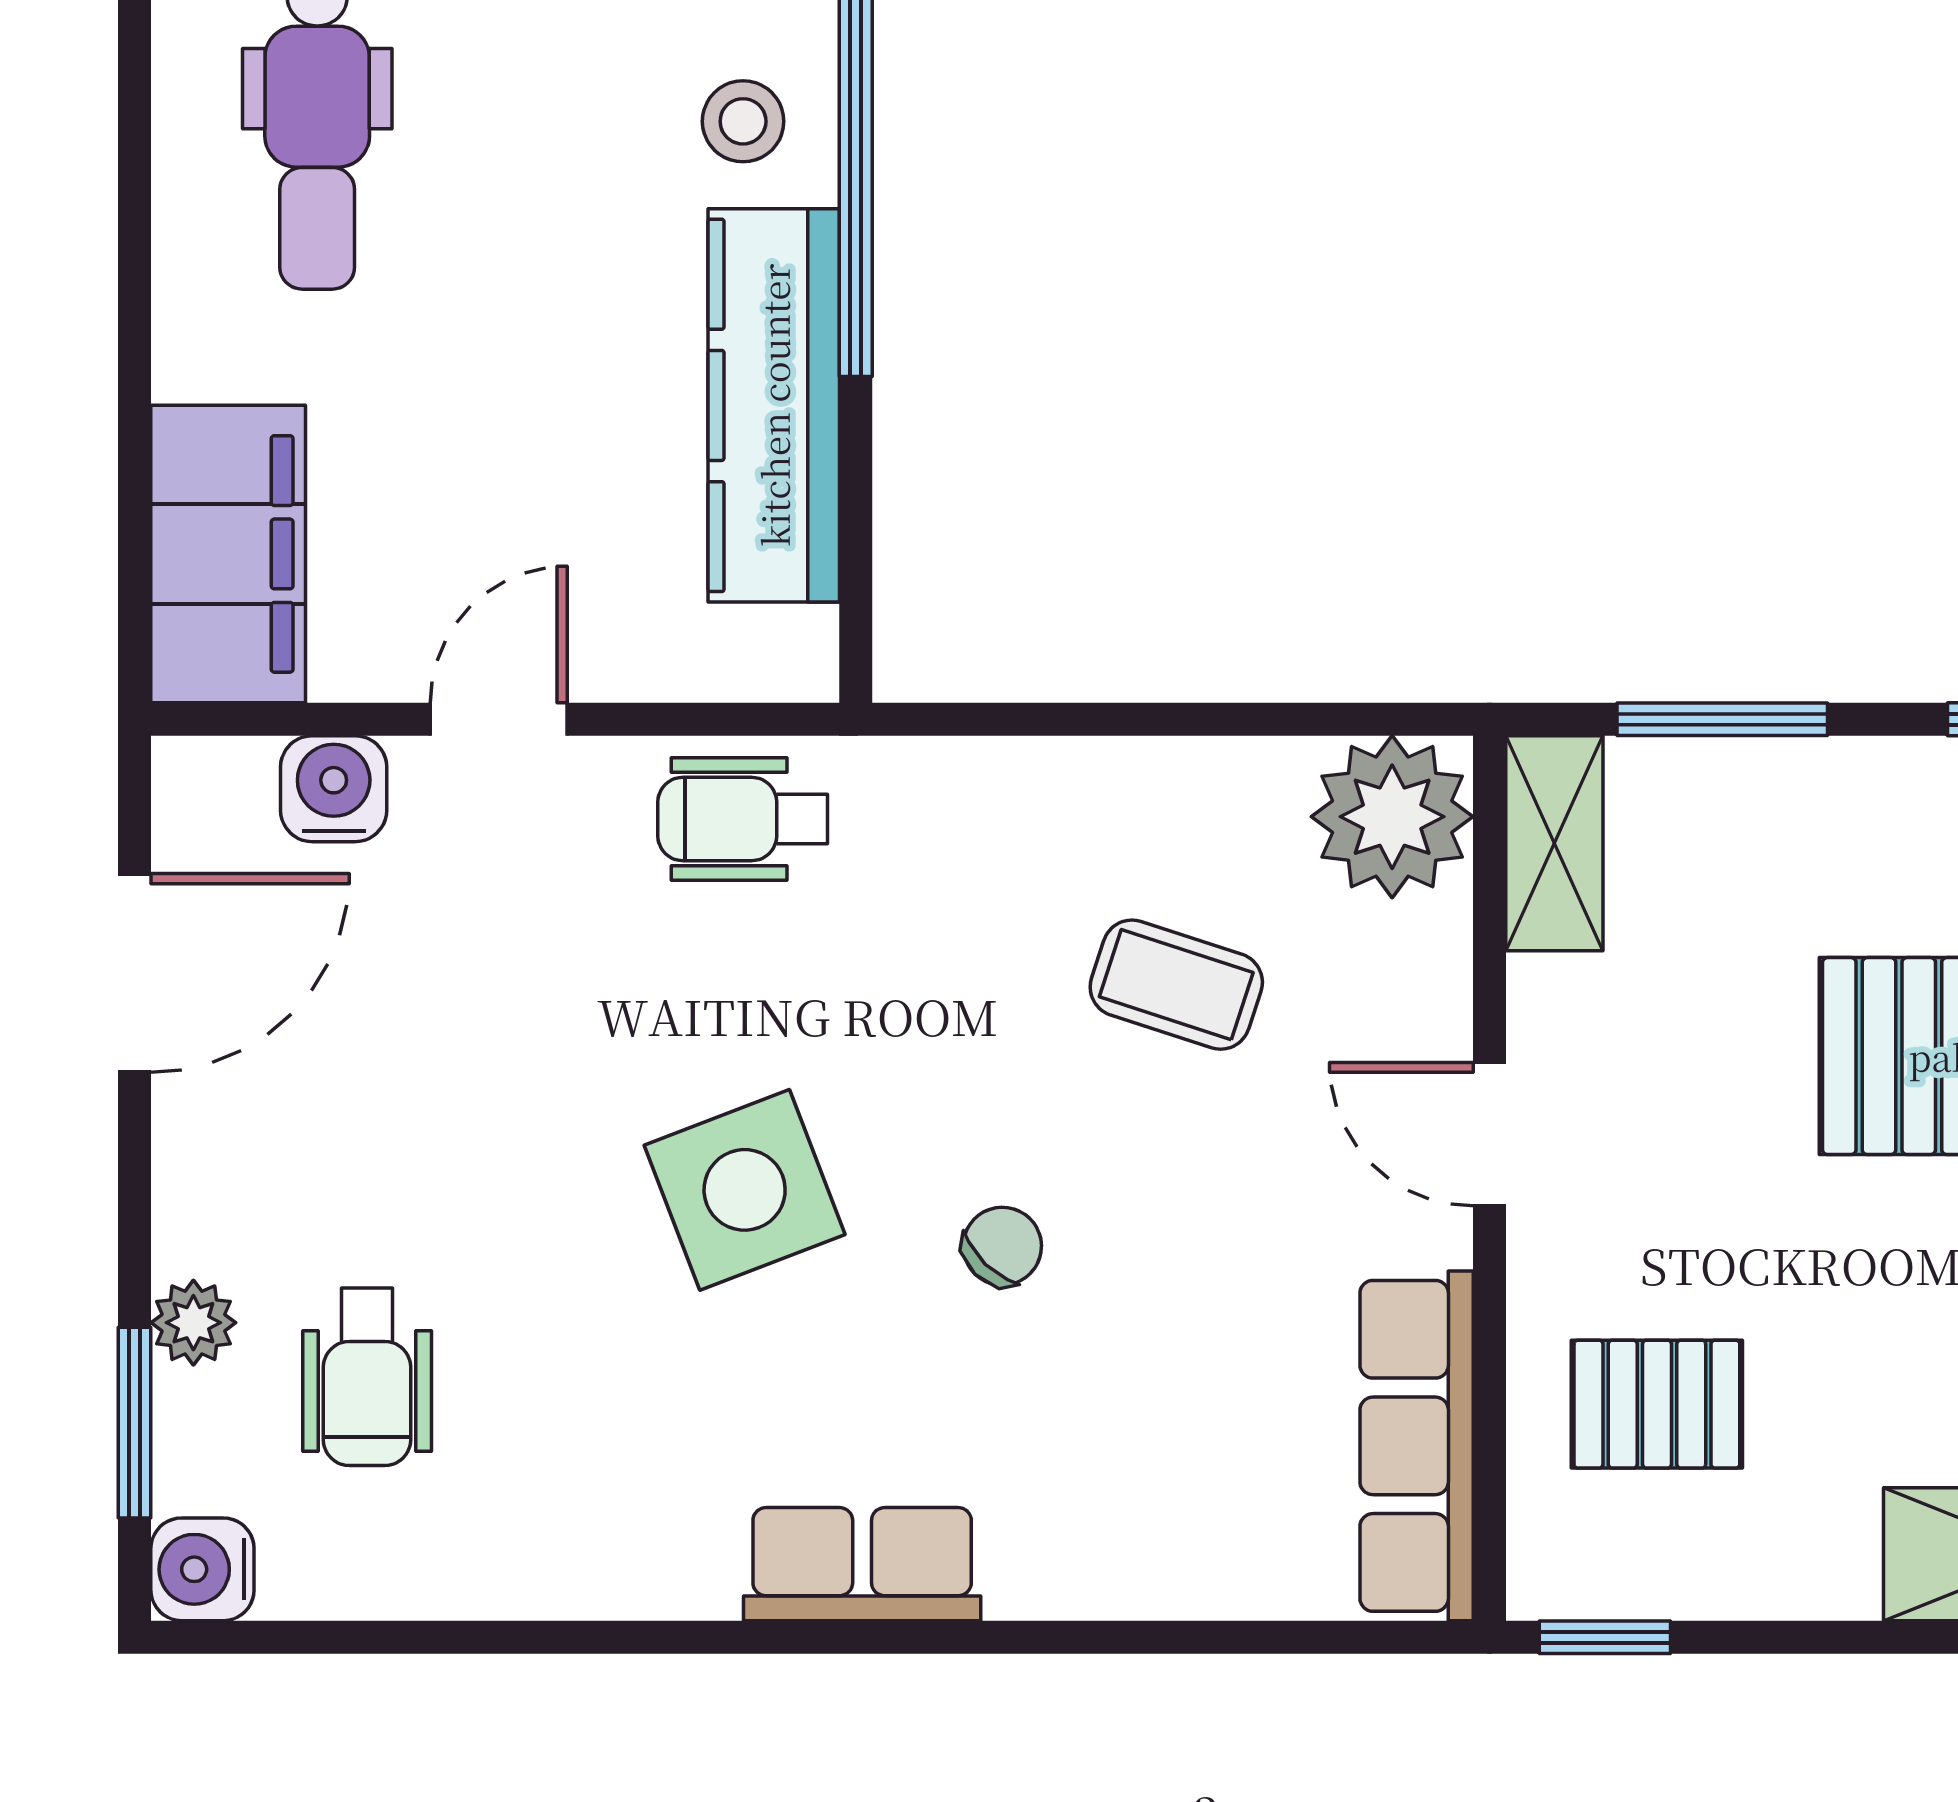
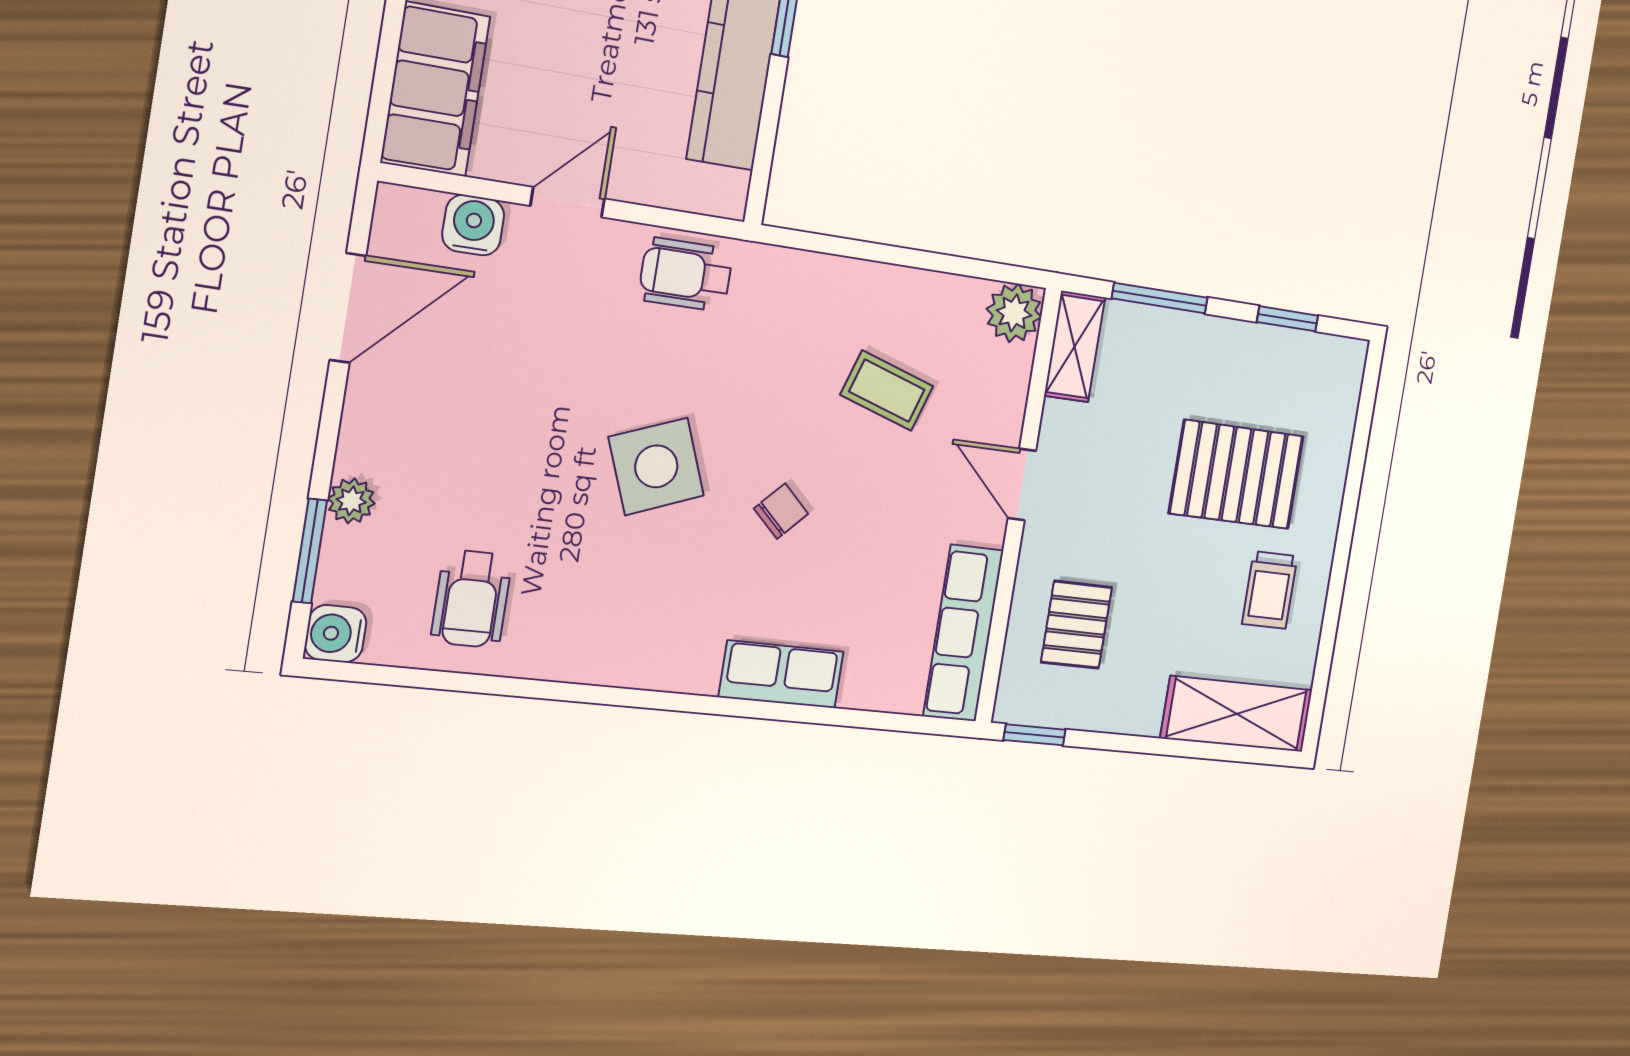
plant: (1392, 817) -> (1014, 313), width x0.73, depth x0.73
wheelchair: (367, 1377) -> (472, 599), moved
pallet: (1657, 1404) -> (1076, 625), turned 90
row of seats: (862, 1564) -> (781, 674), moved

